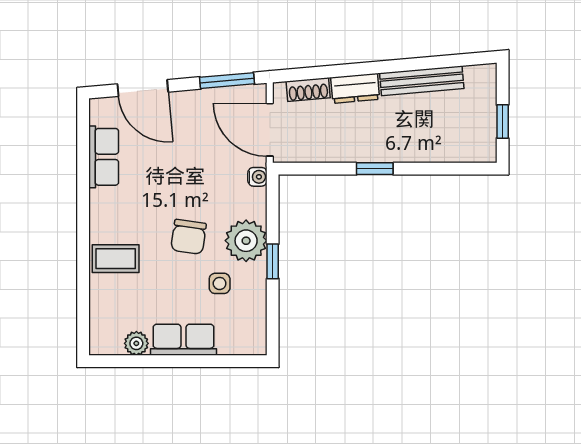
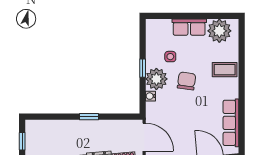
row of seats: (104, 157) -> (231, 123), width x1.48
water cooler: (257, 177) -> (150, 96), moved
plant: (136, 343) -> (219, 31), width x1.88, depth x1.88

